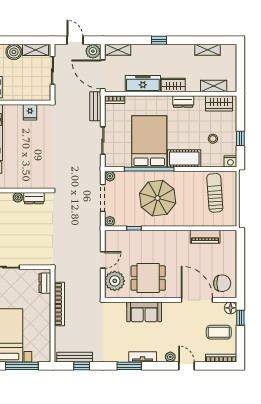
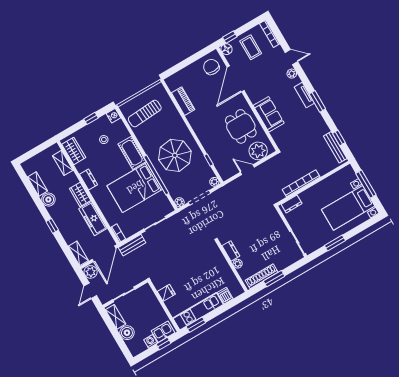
boiler: (186, 51) -> (48, 200), added
door: (186, 366) -> (291, 57), swing flipped

